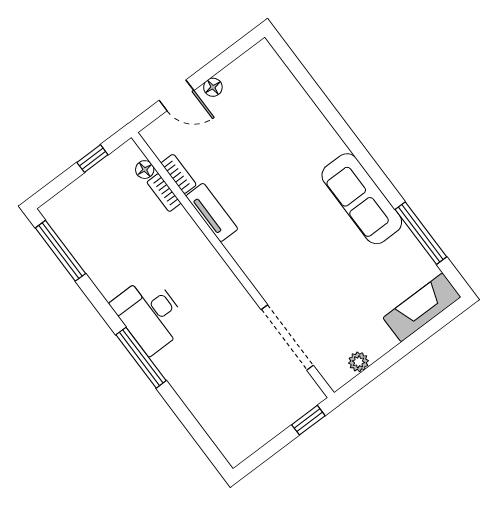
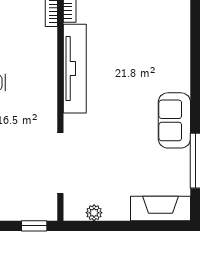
sofa: (362, 199) -> (174, 120), width x0.73
tv unit: (212, 212) -> (75, 69), width x1.92, depth x1.29

